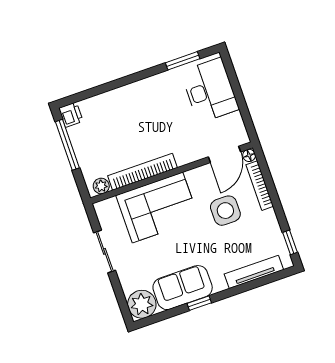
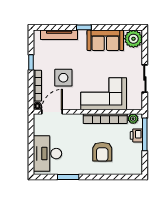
window: (183, 61) -> (68, 177), moved
printer: (71, 115) -> (136, 135), moved
armchair: (130, 121) -> (102, 152), added
window: (67, 145) -> (145, 134), moved
window: (290, 242) -> (31, 62), moved
window: (199, 303) -> (84, 27), moved

